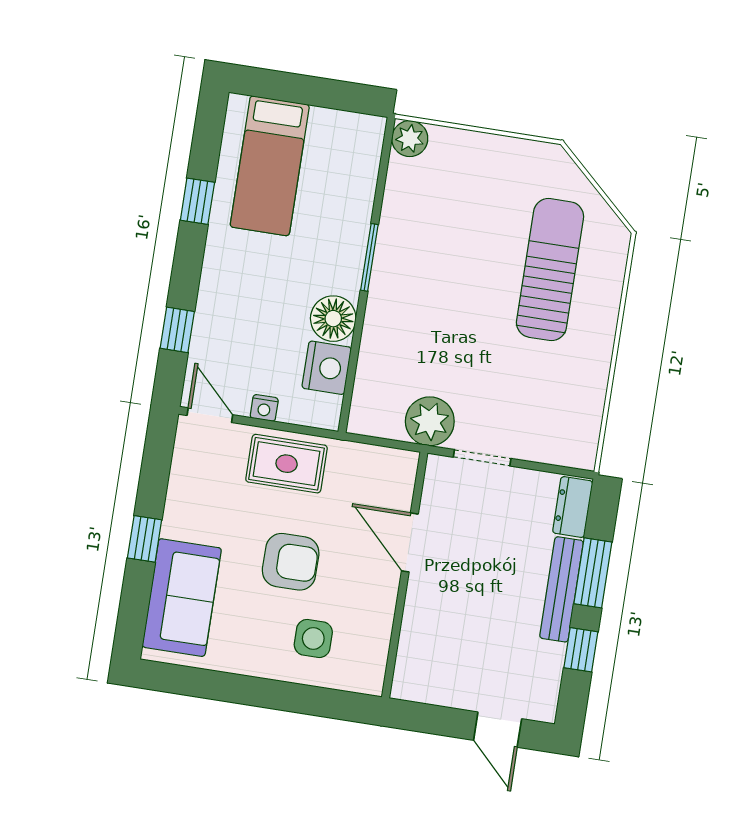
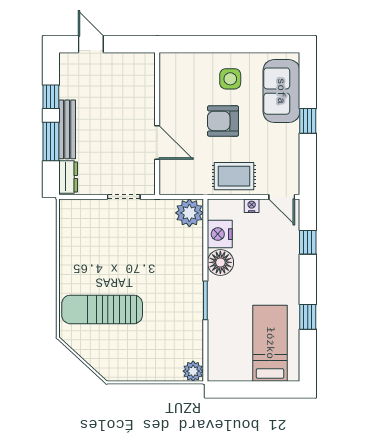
sun lounger: (550, 270) -> (102, 309), turned 90
plant: (430, 421) -> (189, 213), moved
side table: (313, 638) -> (230, 79), moved

